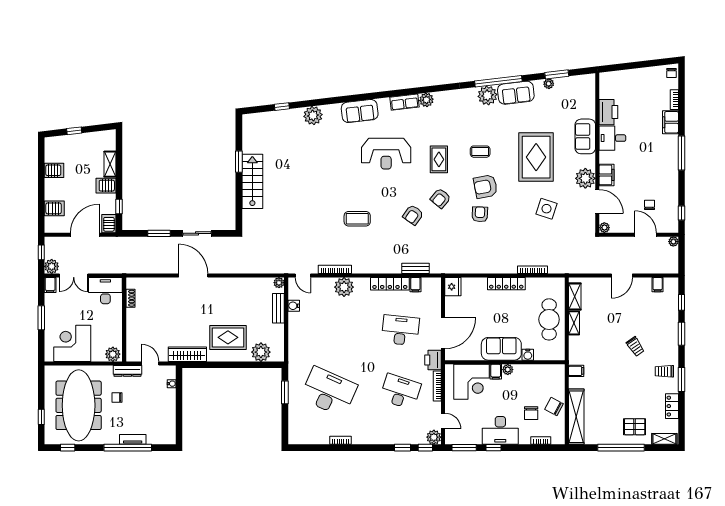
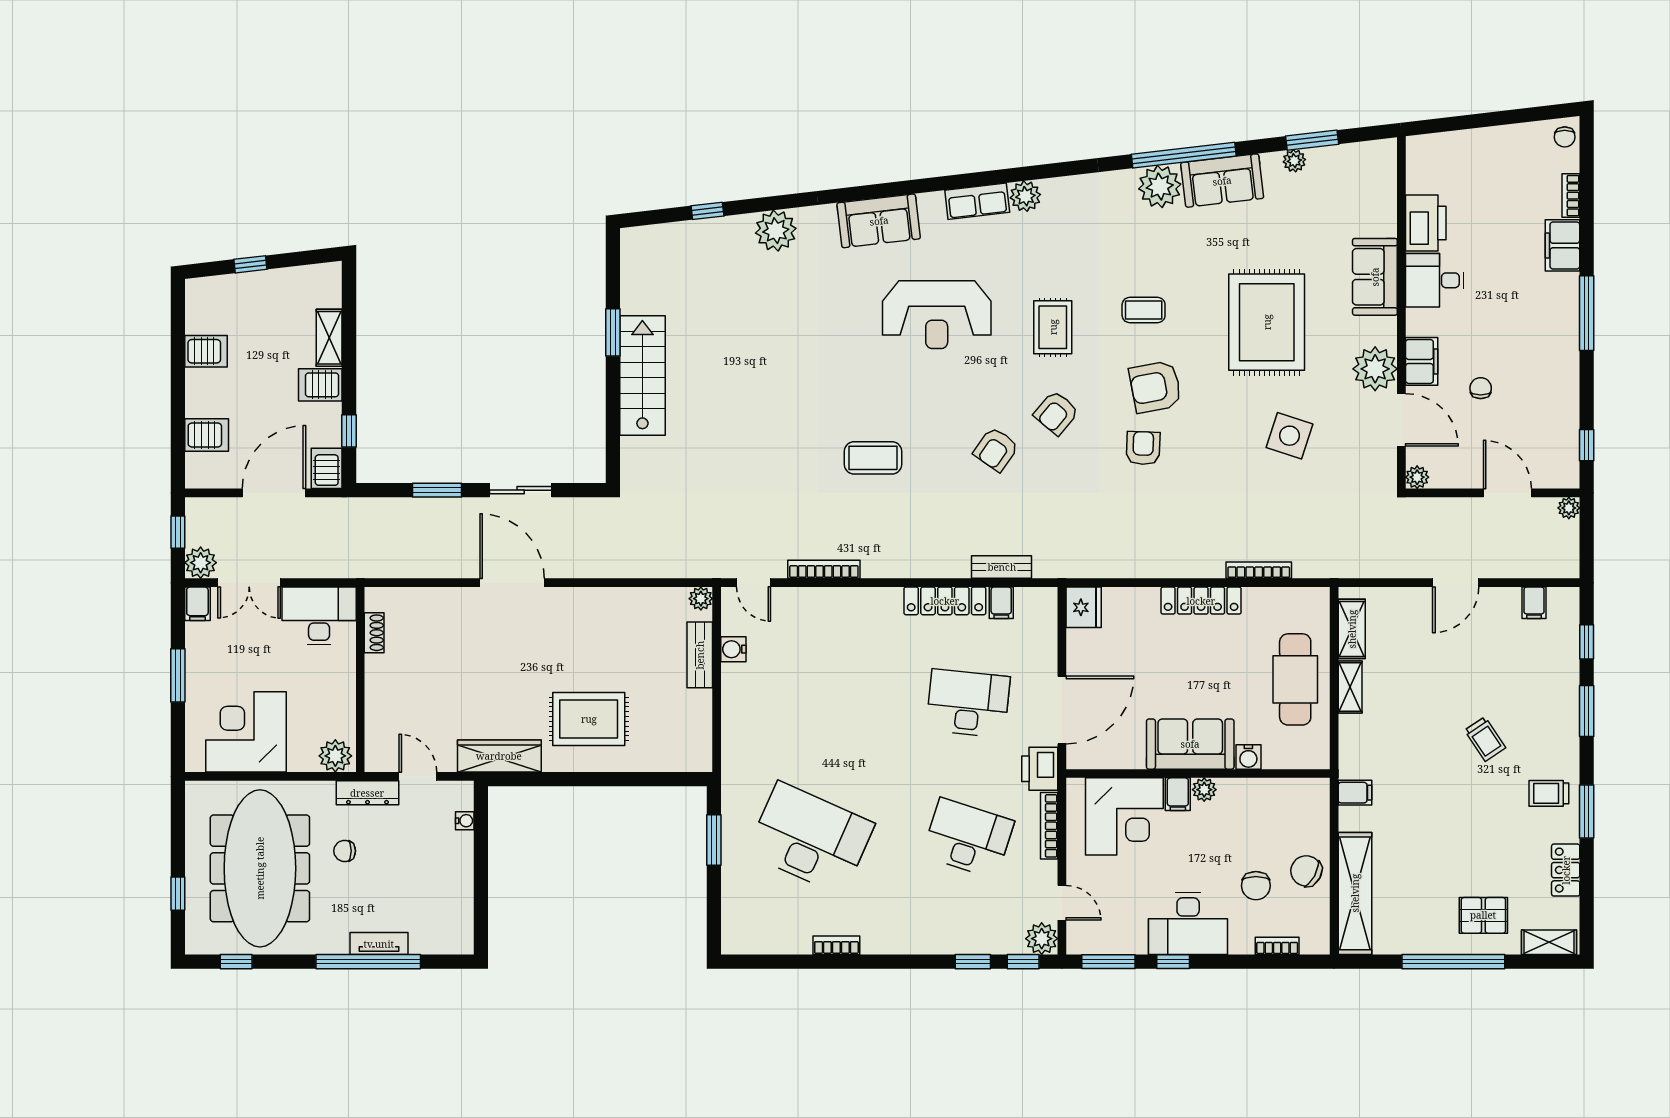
chair: (649, 205) -> (1481, 388), moved
plant: (344, 287) -> (844, 608), removed
plant: (261, 352) -> (661, 751), removed

